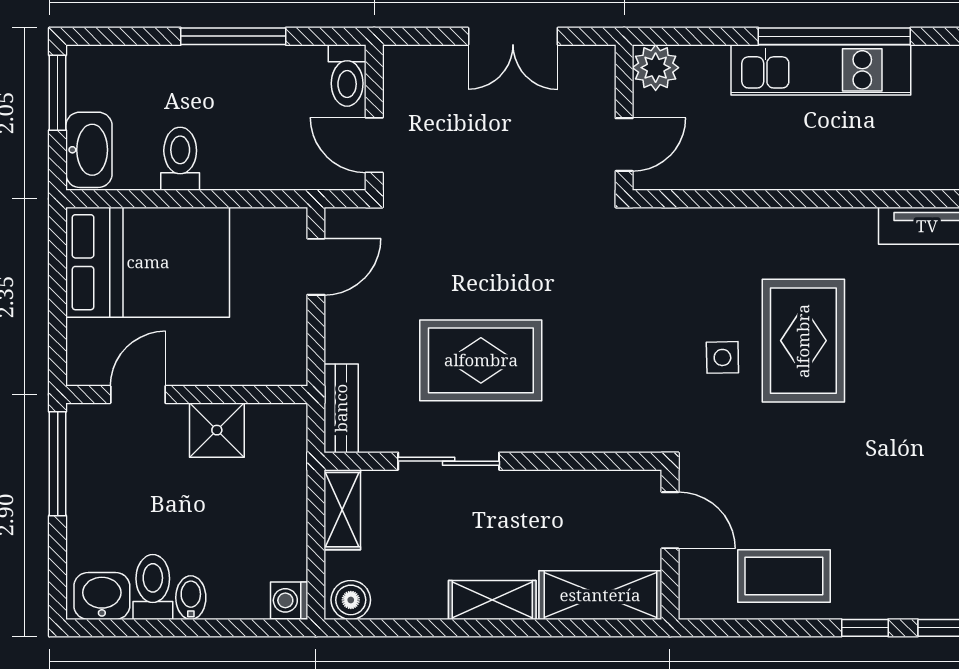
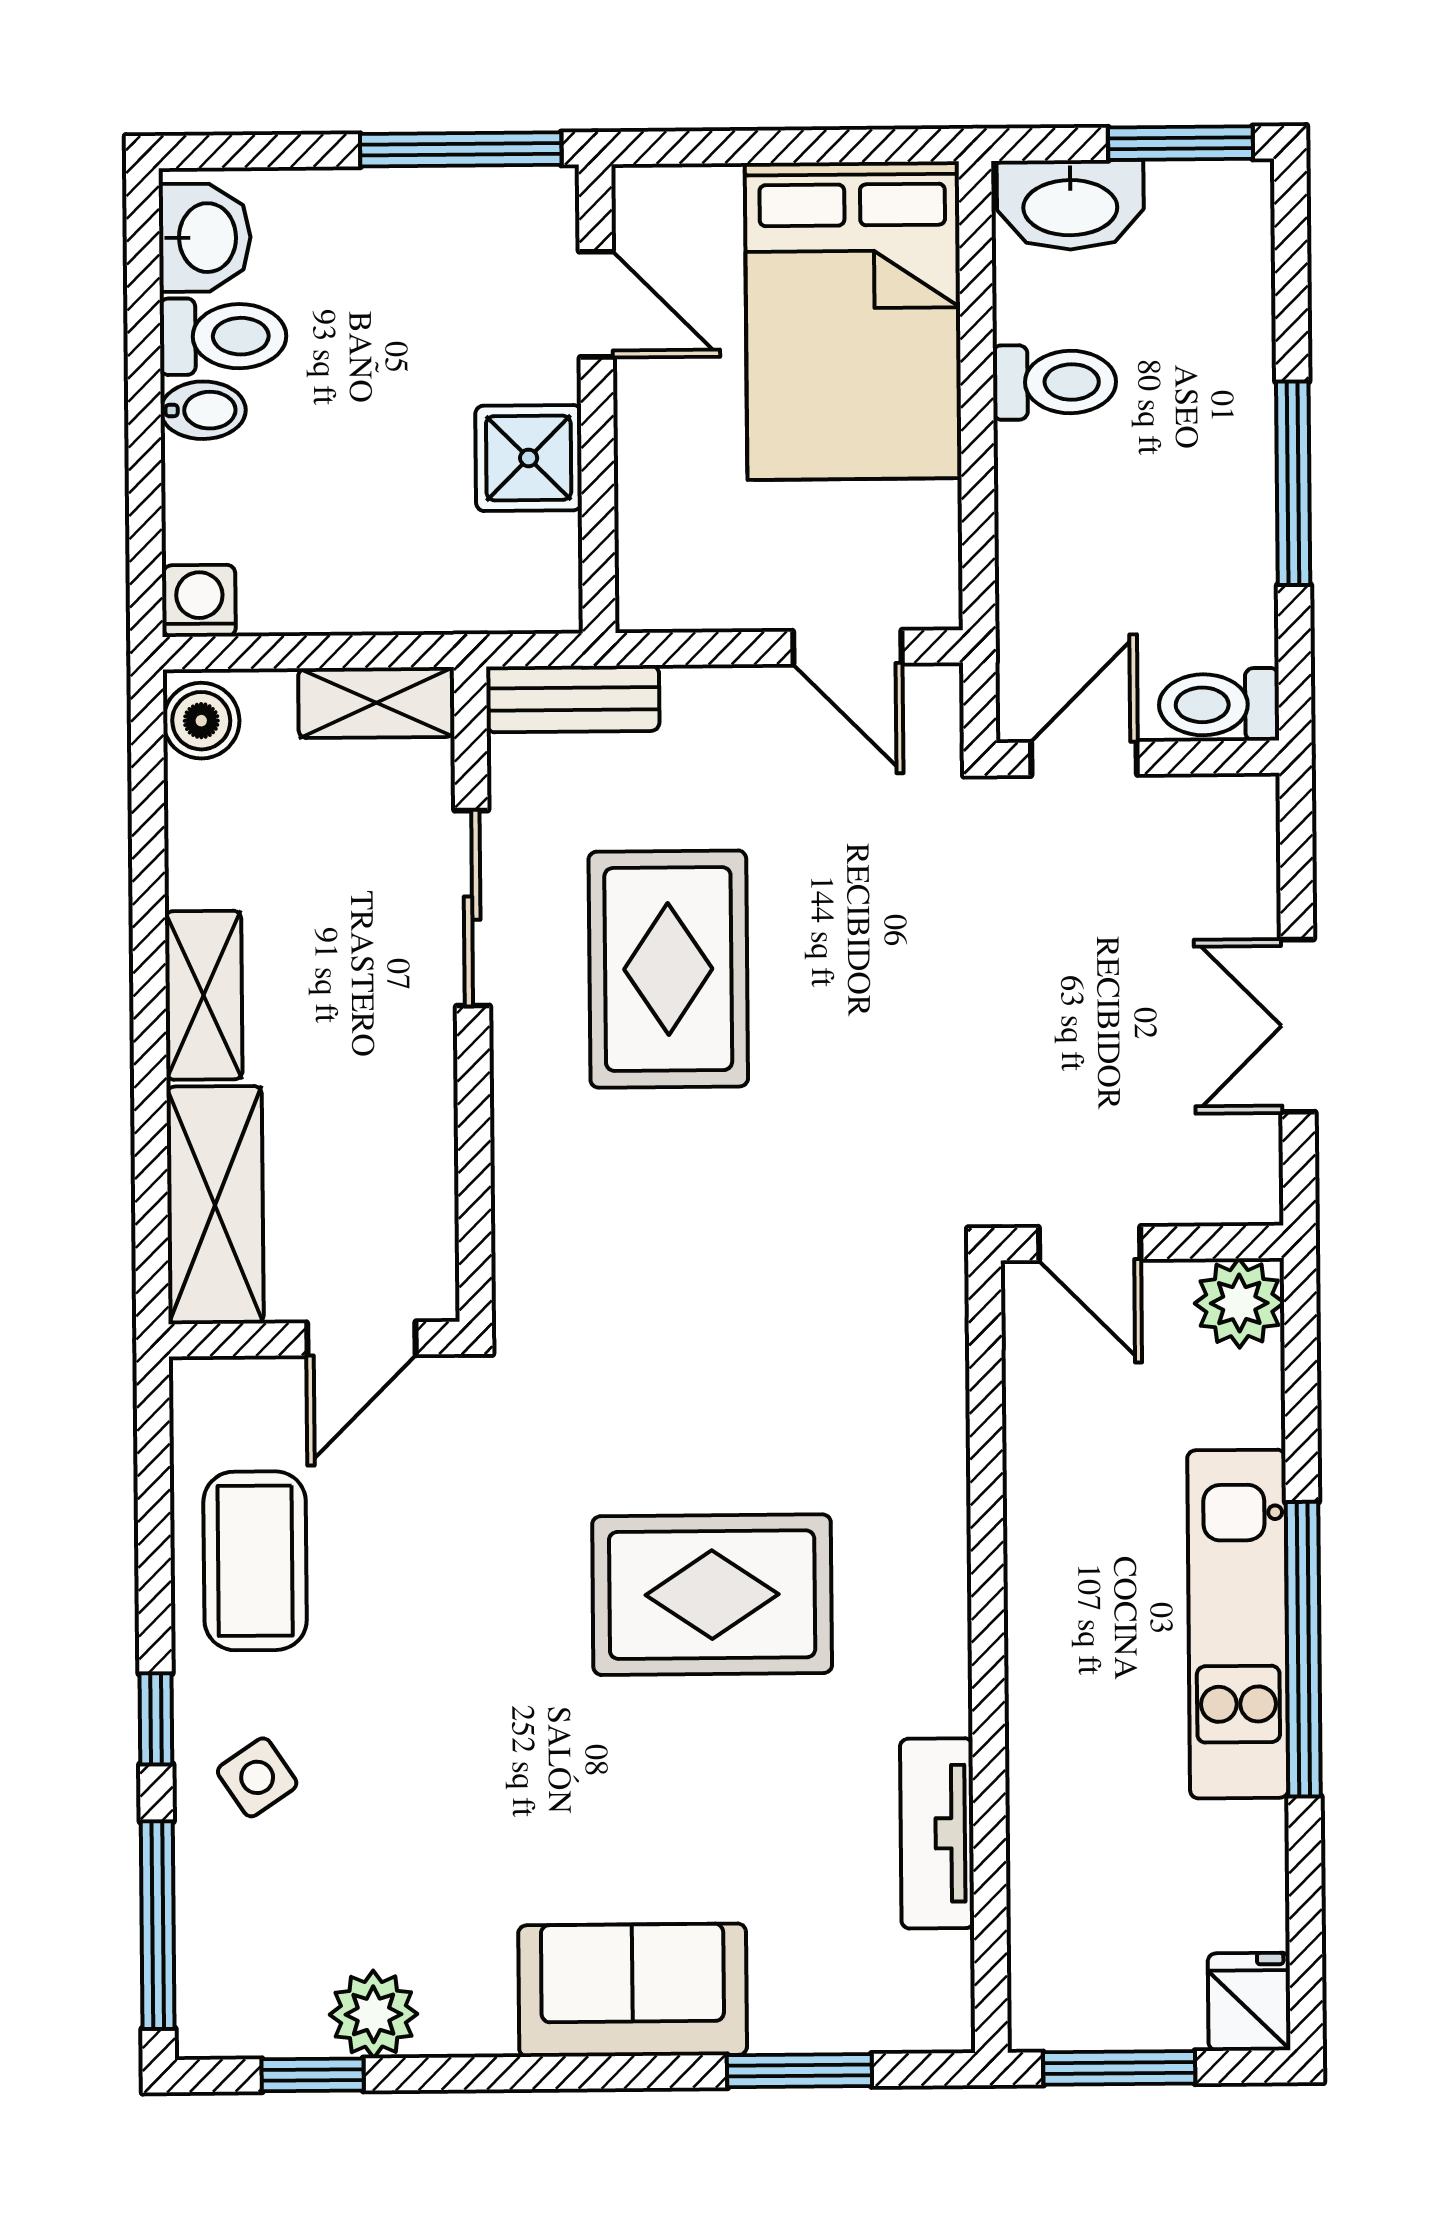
side table: (722, 357) -> (257, 1777), moved, turned -33

